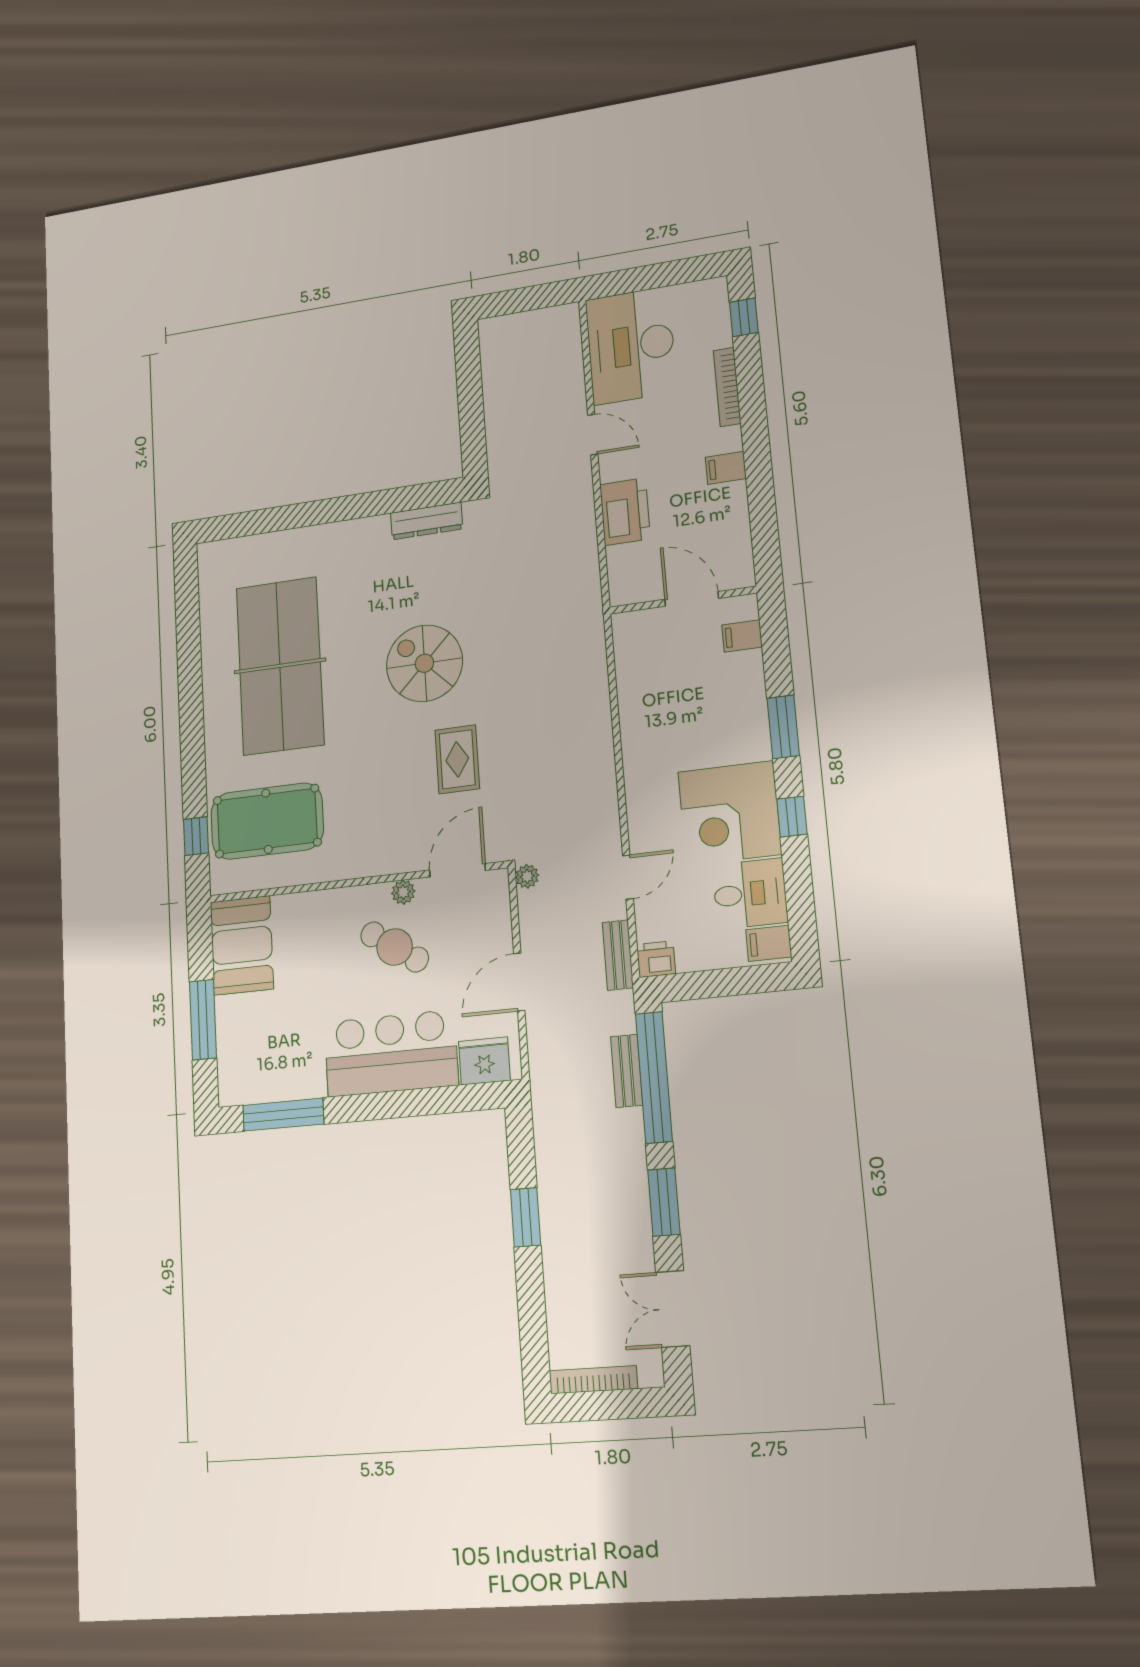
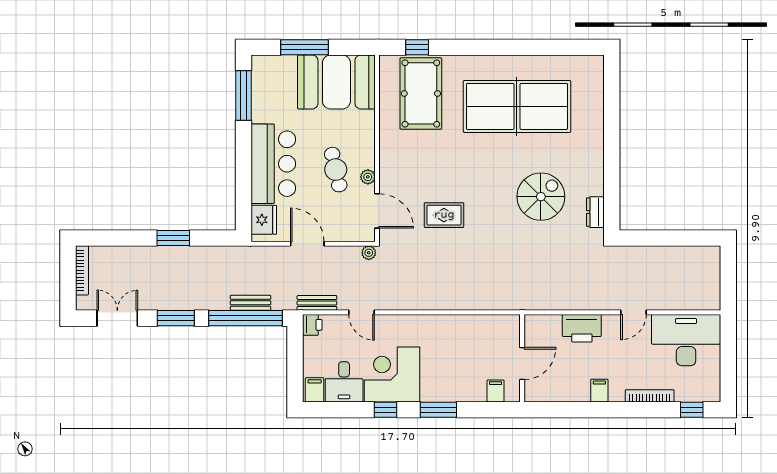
dresser: (427, 521) -> (595, 212), width x0.70
spiral stairs: (424, 663) -> (541, 197), moved
booth: (242, 945) -> (336, 82), width x1.36, depth x1.42
cafe table: (395, 947) -> (336, 170), turned -47

